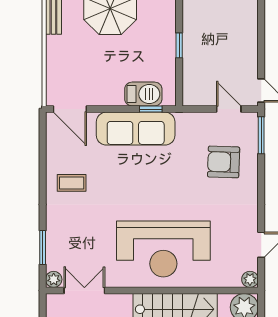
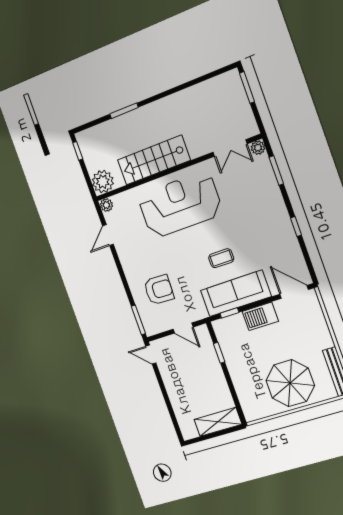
window: (179, 45) -> (219, 353), moved
barbecue: (143, 94) -> (260, 316), moved
door: (229, 109) -> (183, 328), moved
window: (43, 180) -> (296, 226), added
coffee table: (72, 183) -> (221, 258), moved

